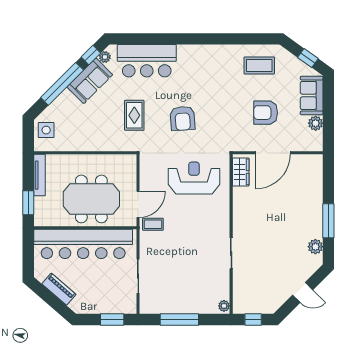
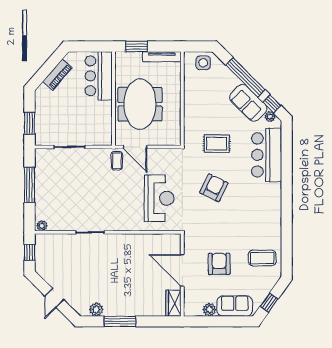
coffee table: (259, 65) -> (262, 258), turned 90
armchair: (183, 118) -> (214, 188), turned 120
wardrobe: (241, 172) -> (173, 303), moved, turned 90
bar counter: (83, 244) -> (99, 76), width x0.54

